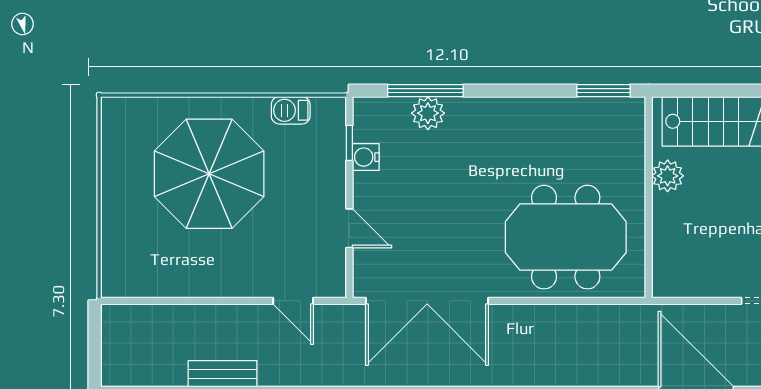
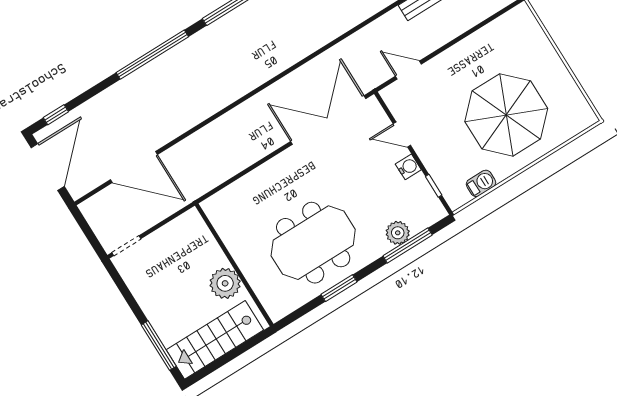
window: (603, 91) -> (339, 288), moved
water cooler: (366, 157) -> (408, 167), moved
plant: (668, 176) -> (225, 283), width x1.36, depth x1.36
meeting table: (566, 237) -> (313, 243), moved

